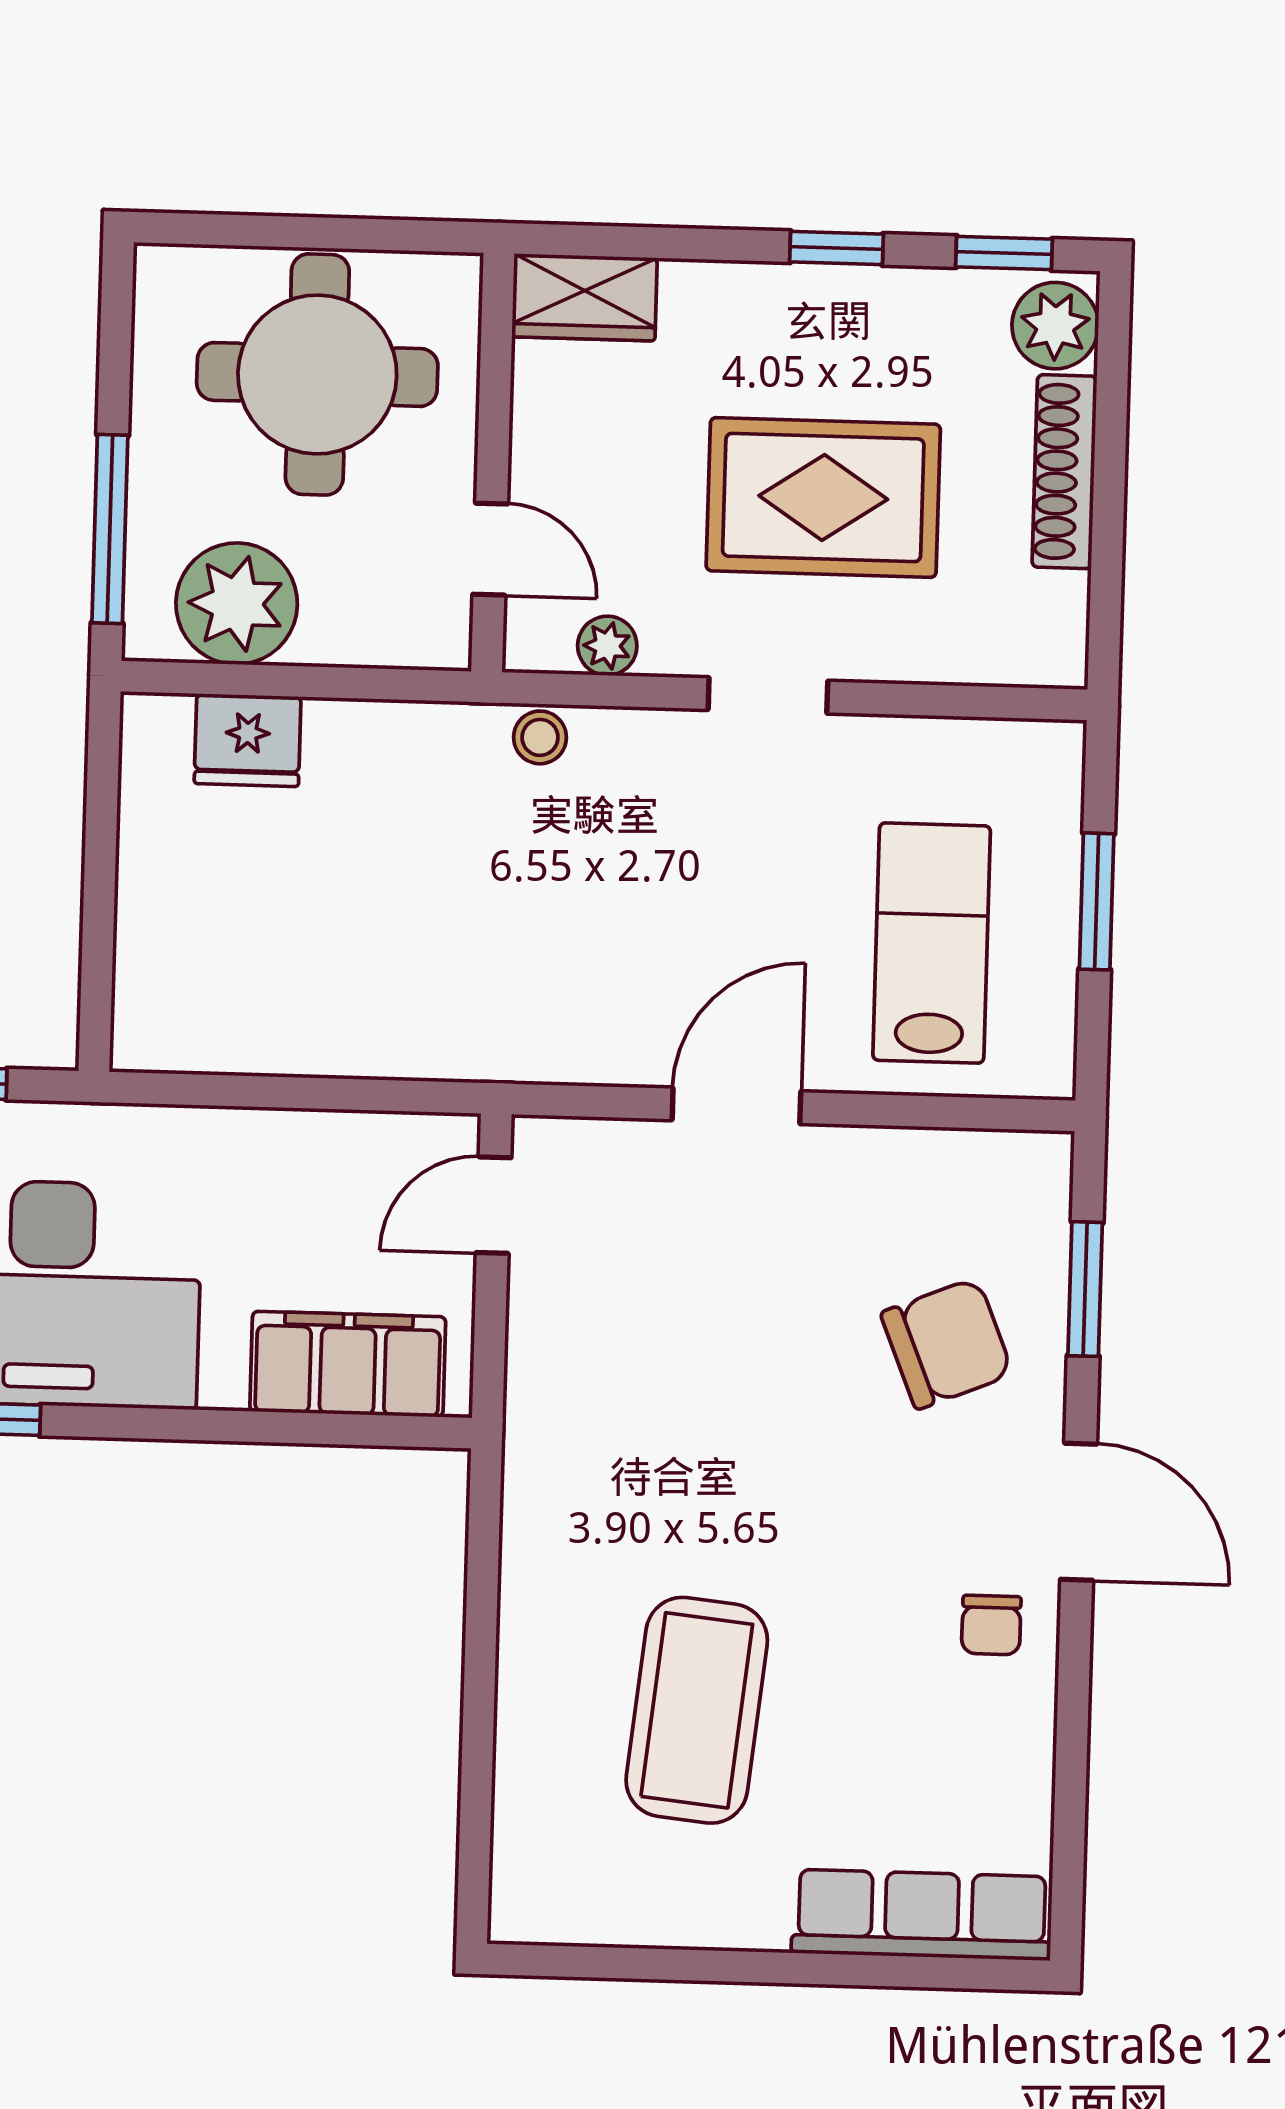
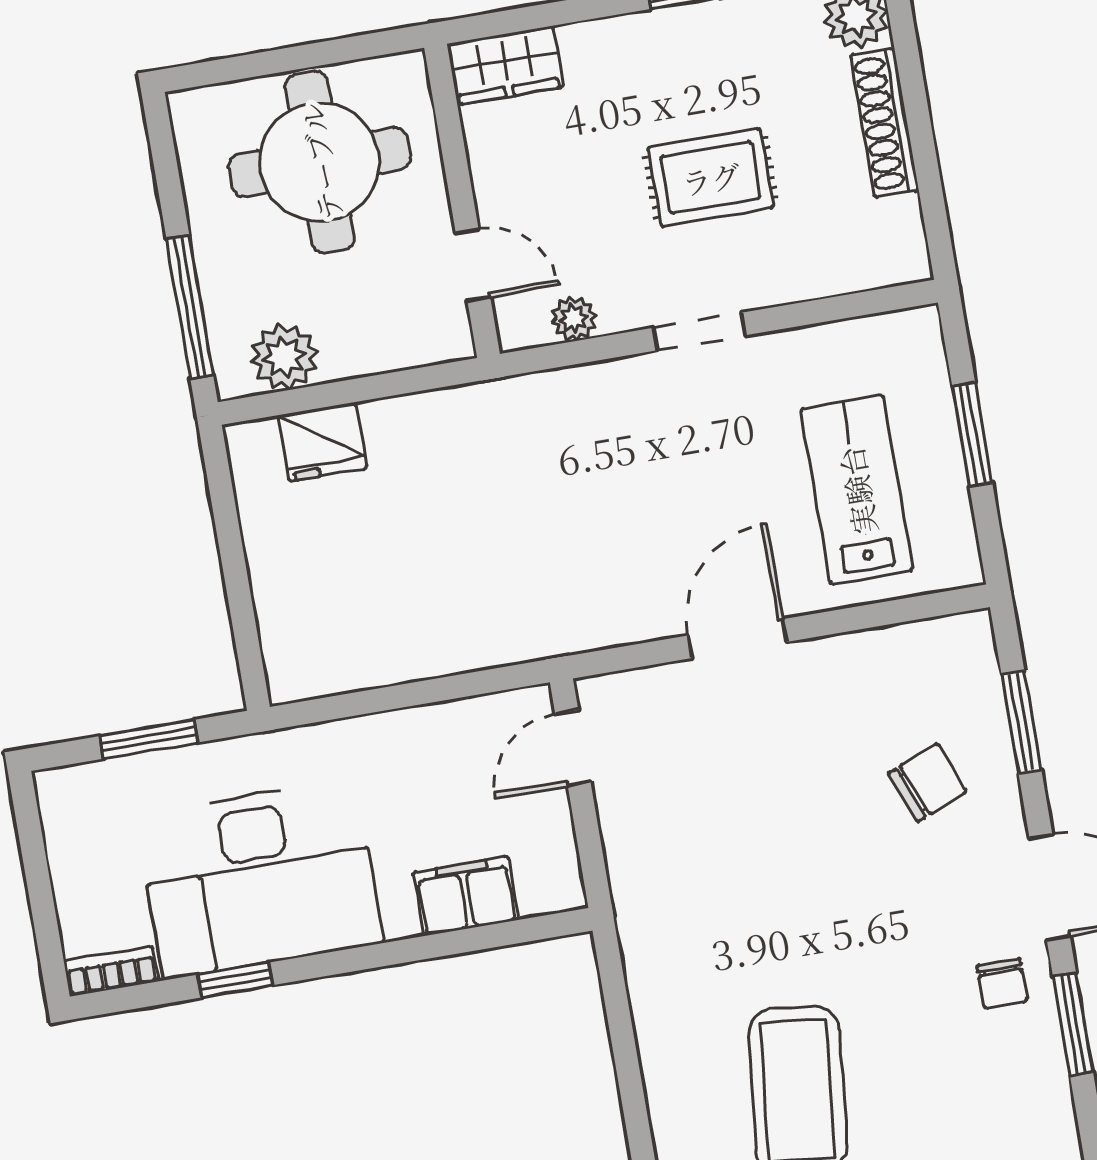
rug: (823, 498) -> (711, 178), width x0.73, depth x0.70
plant: (237, 604) -> (284, 357), width x0.73, depth x0.73
stool: (540, 737) -> (538, 396), removed
chair: (947, 1344) -> (927, 783), width x0.73, depth x0.73
filing cabinet: (348, 1364) -> (466, 896), width x0.67, depth x0.86
window: (1073, 1697) -> (1073, 1024), added

